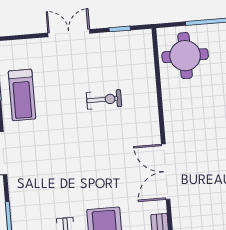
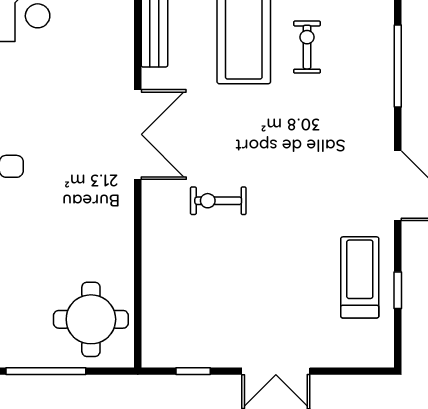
exercise bike: (104, 99) -> (218, 201), moved

